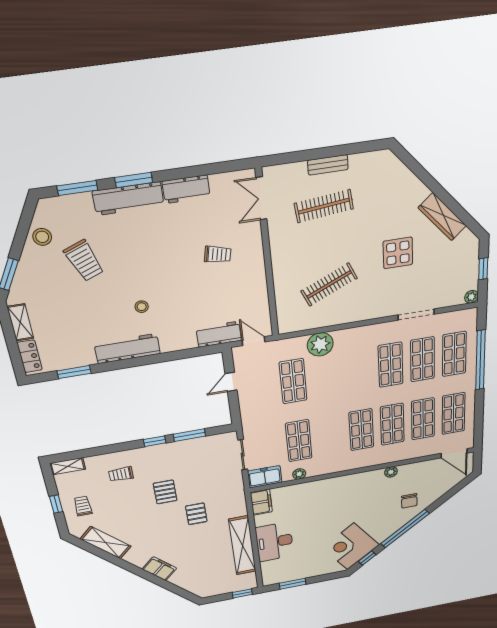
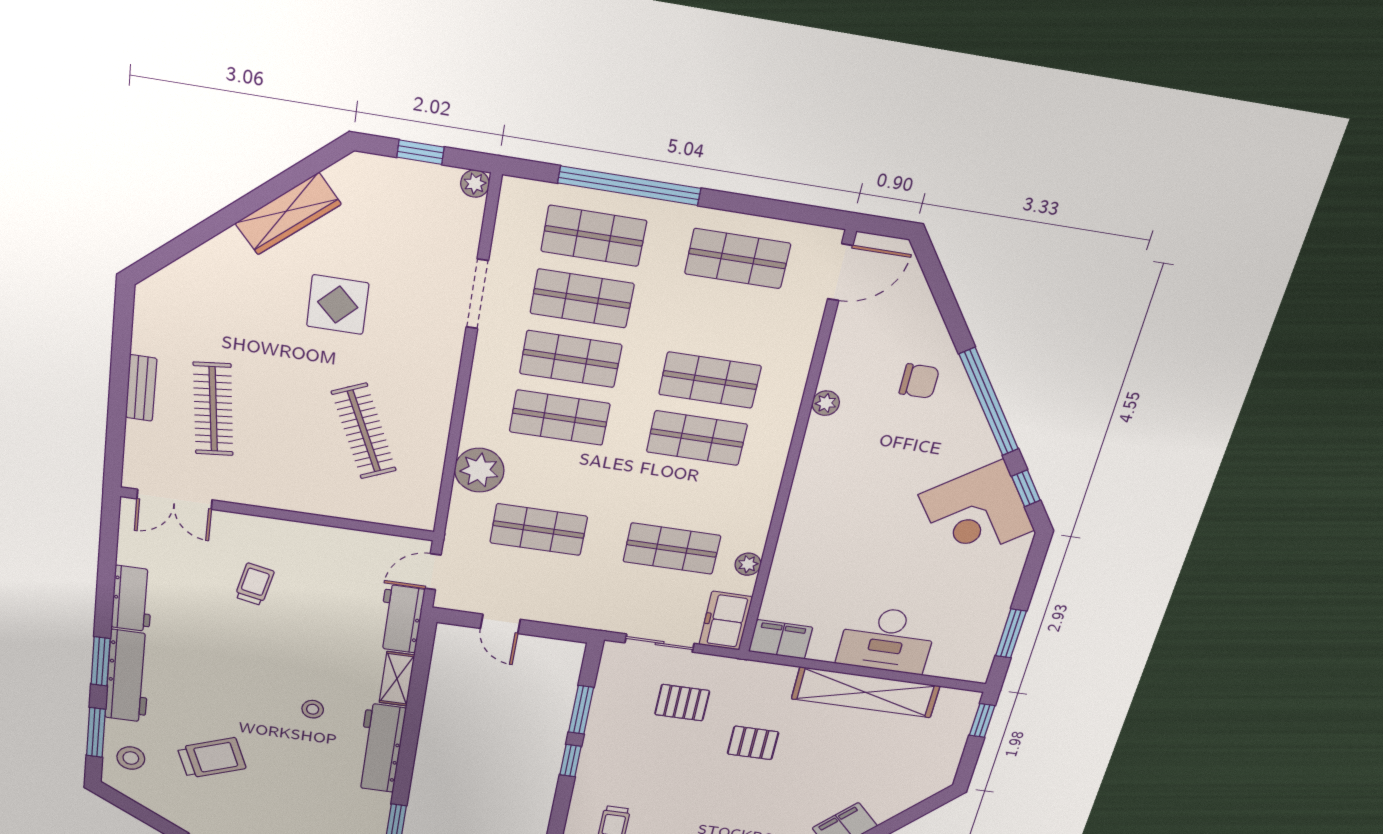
stool: (42, 237) -> (131, 758), moved
shelving: (178, 344) -> (397, 679), added
shop shelf: (423, 419) -> (560, 418), moved
pallet: (165, 492) -> (682, 703), moved

